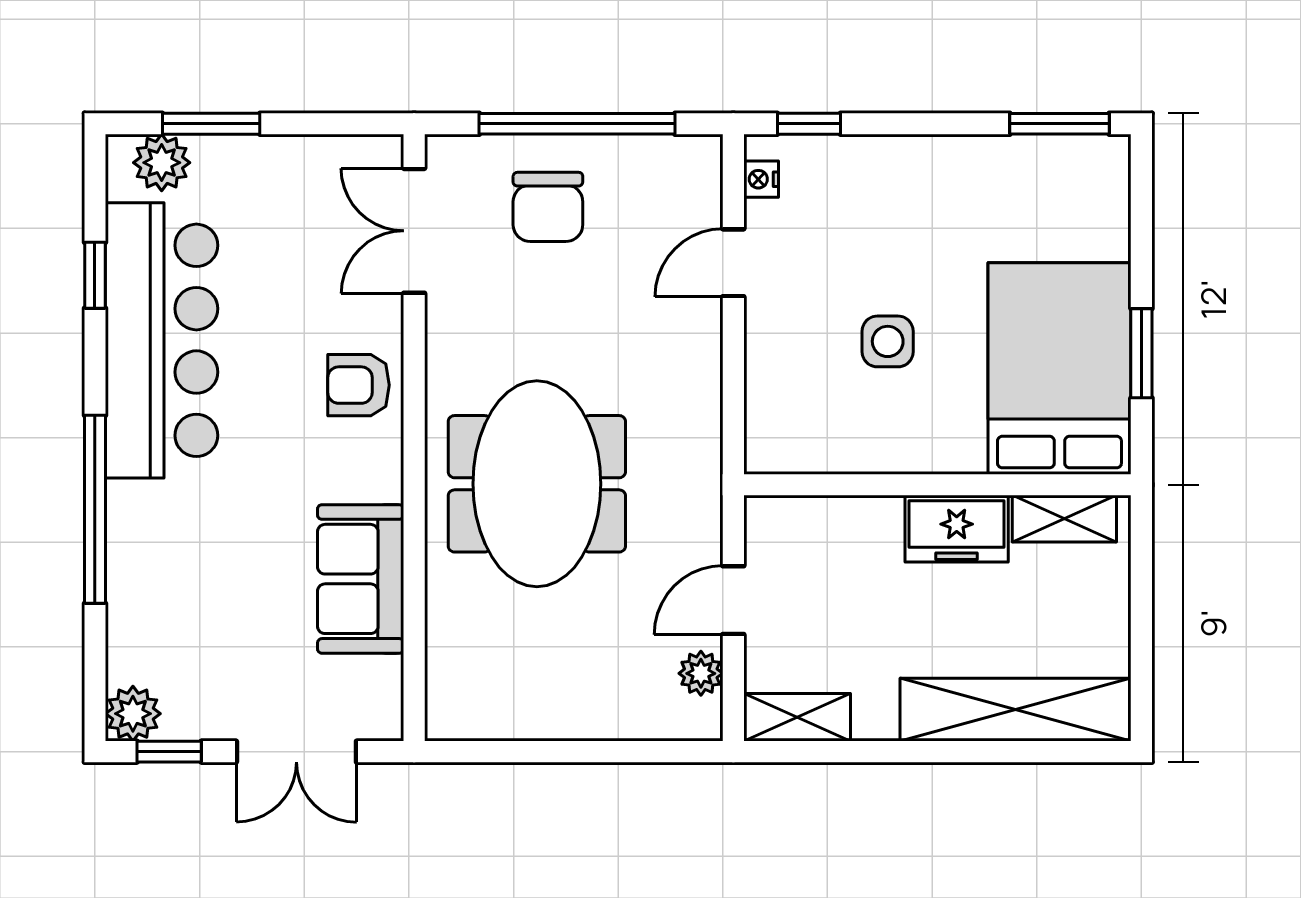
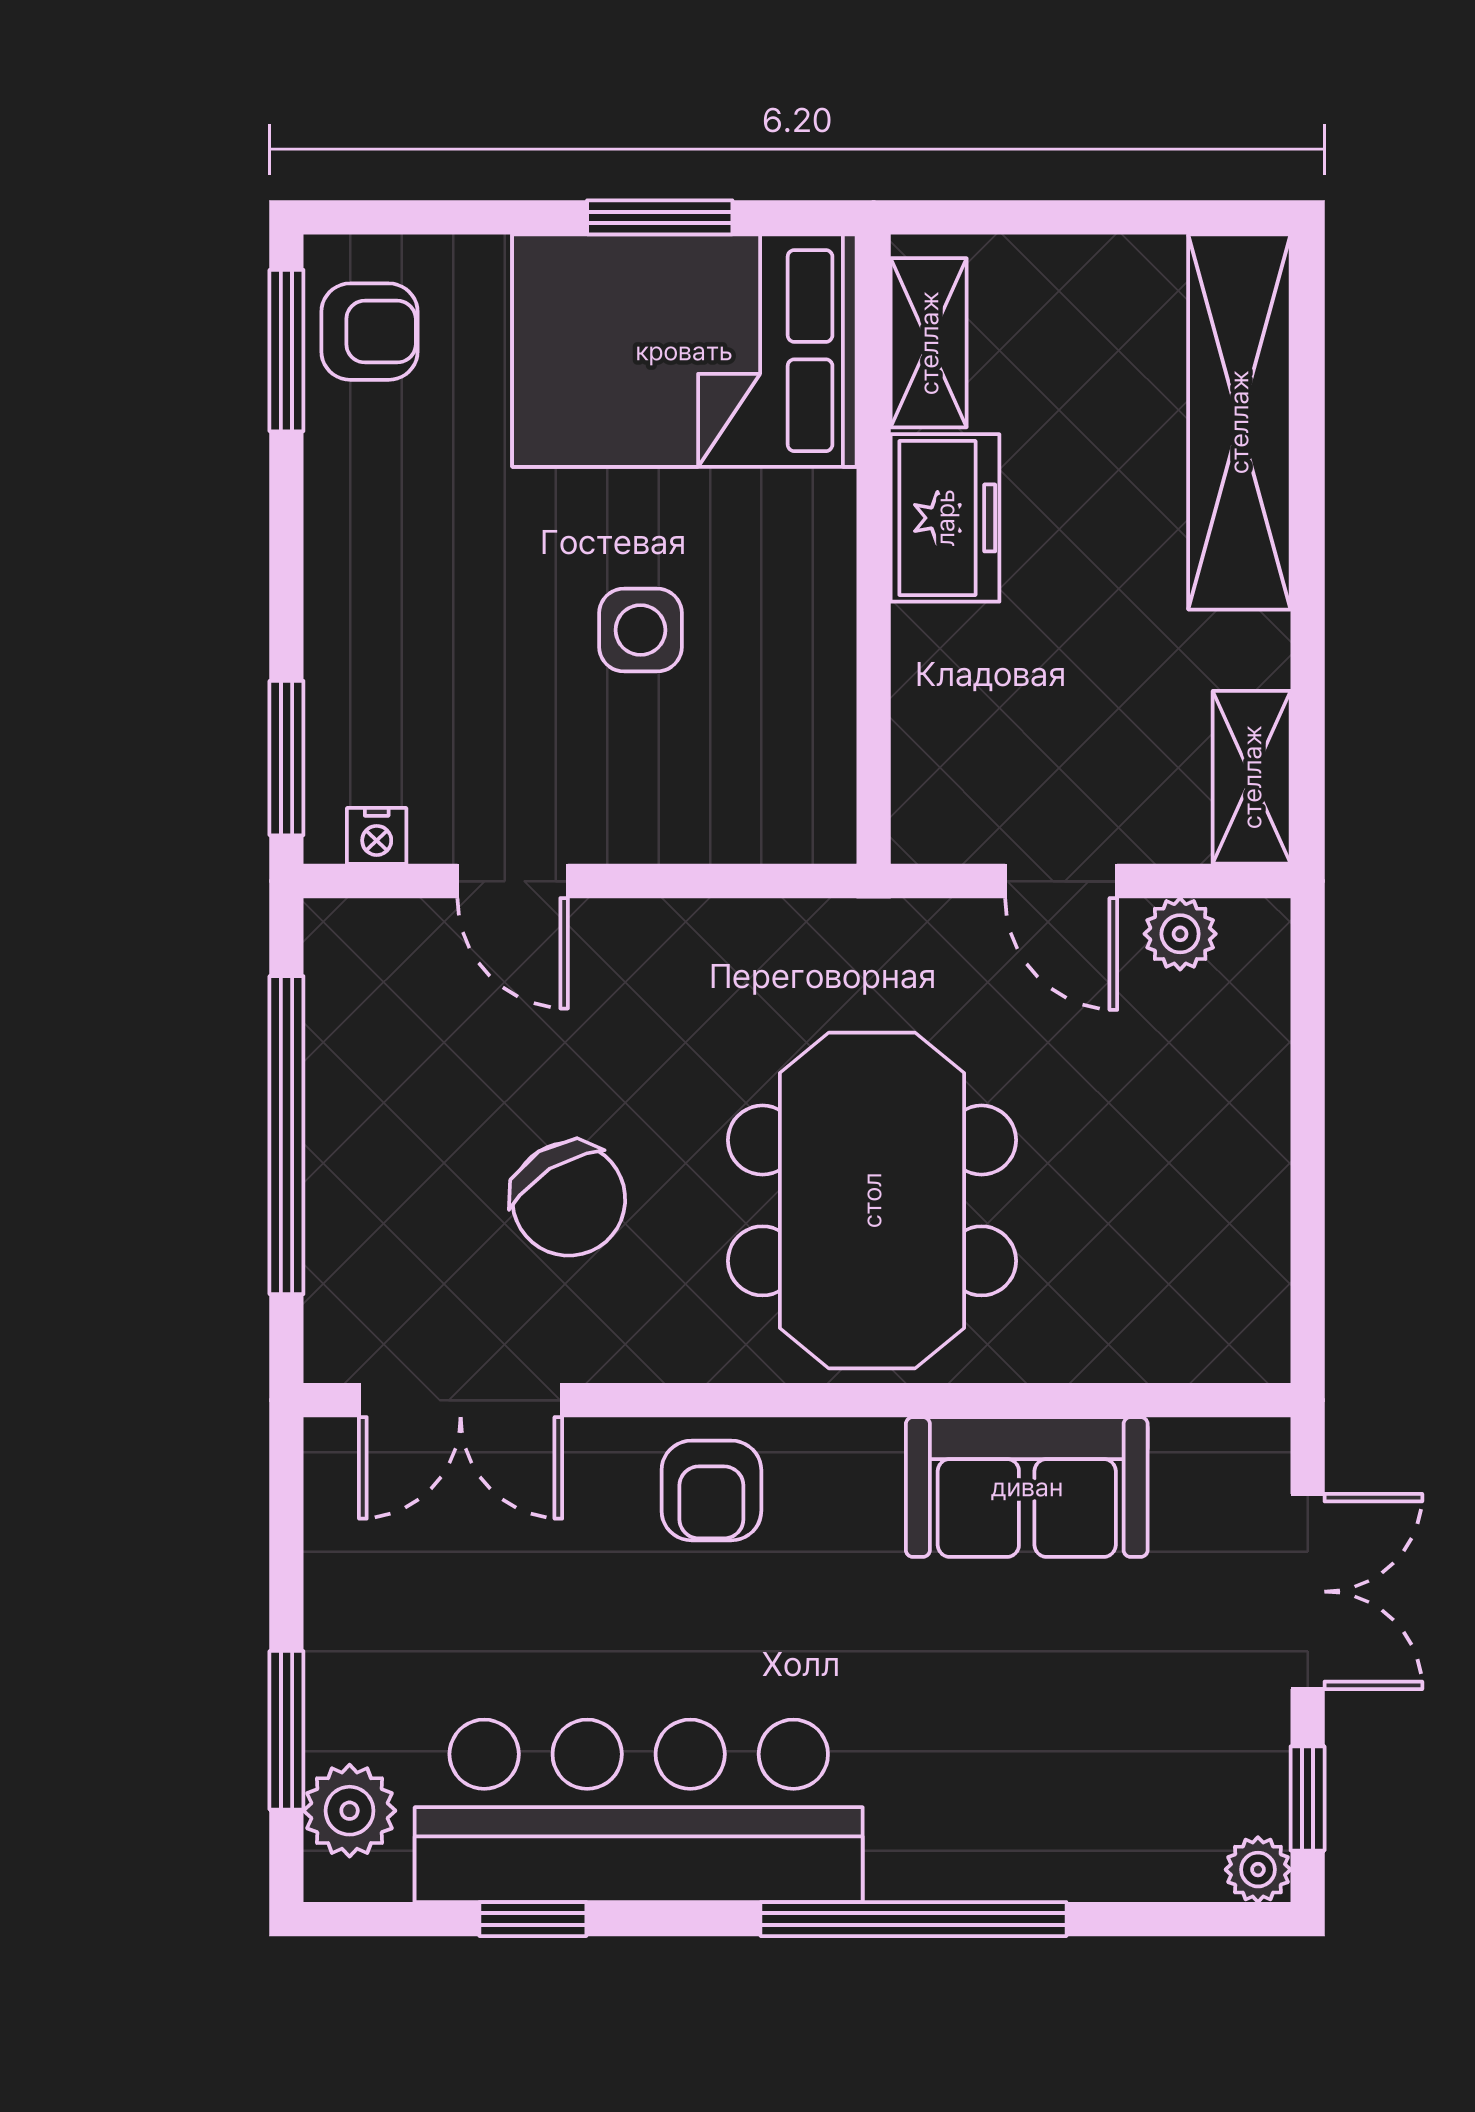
window: (809, 124) -> (286, 758), width x1.50
armchair: (1071, 175) -> (369, 332), added
chair: (548, 207) -> (569, 1199), moved, turned 58
meeting table: (537, 484) -> (872, 1200), turned 90
plant: (133, 714) -> (1258, 1870), width x0.73, depth x0.73

